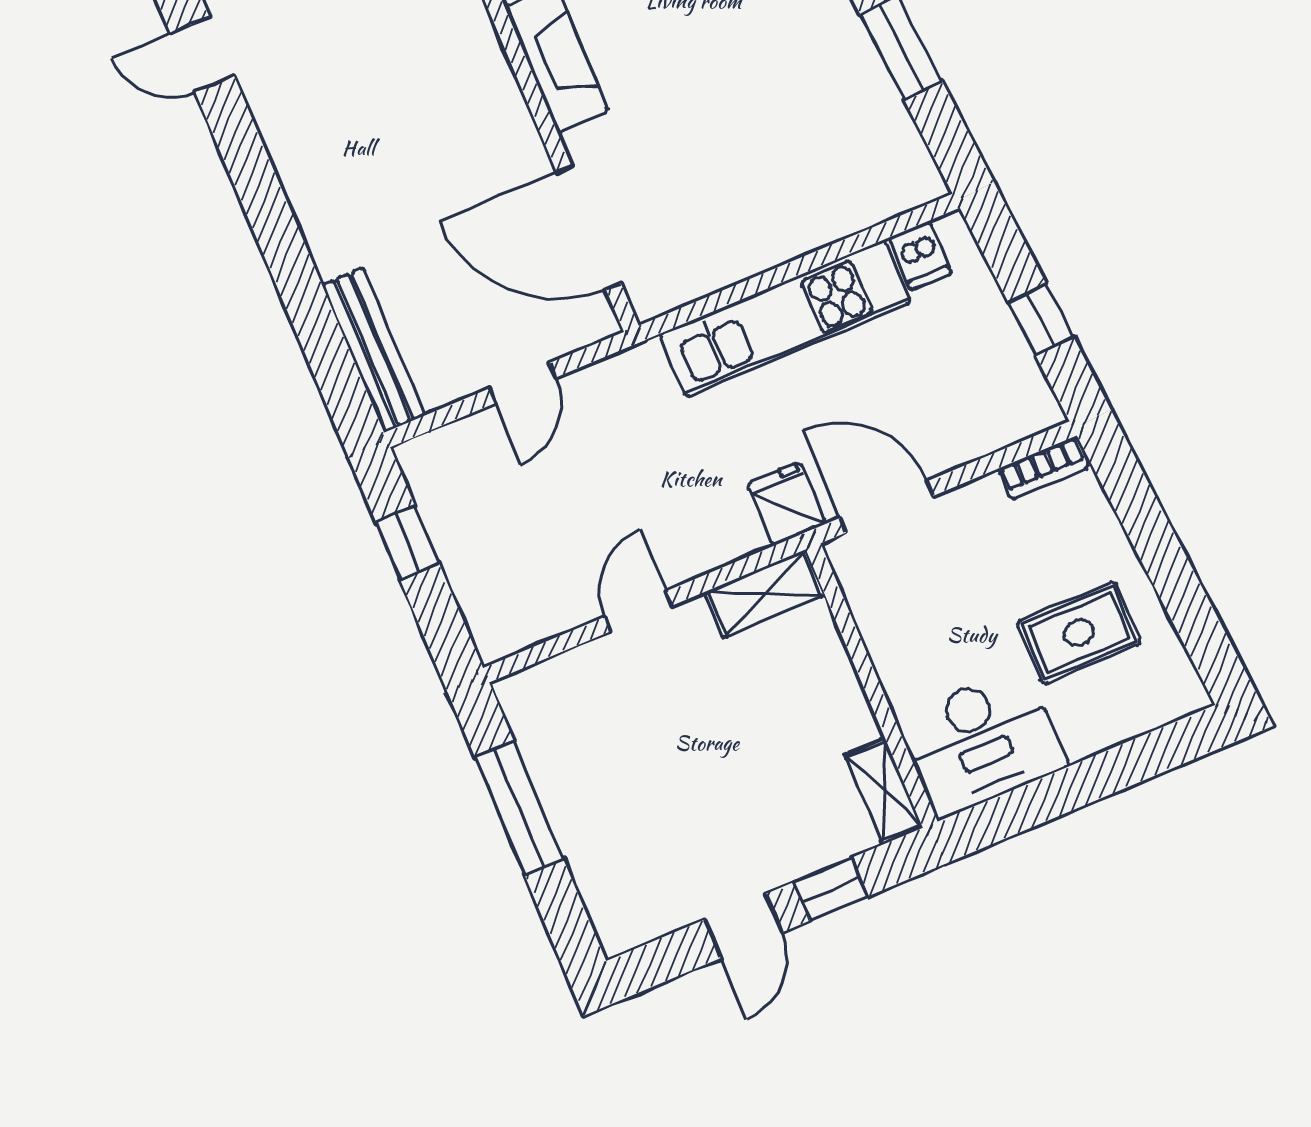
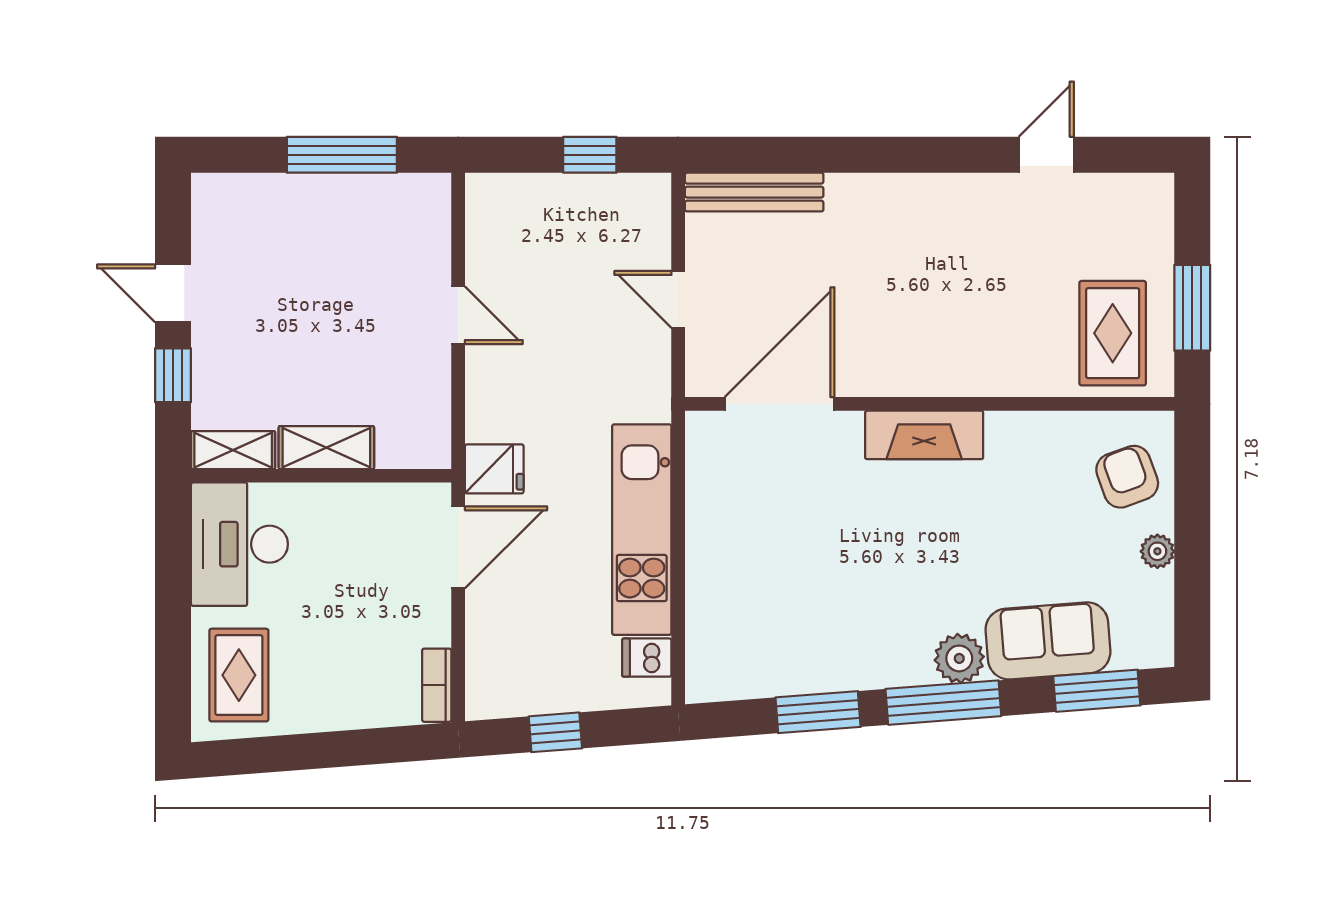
shelving: (765, 594) -> (326, 448), moved, turned 90
rug: (1079, 633) -> (239, 675), moved

